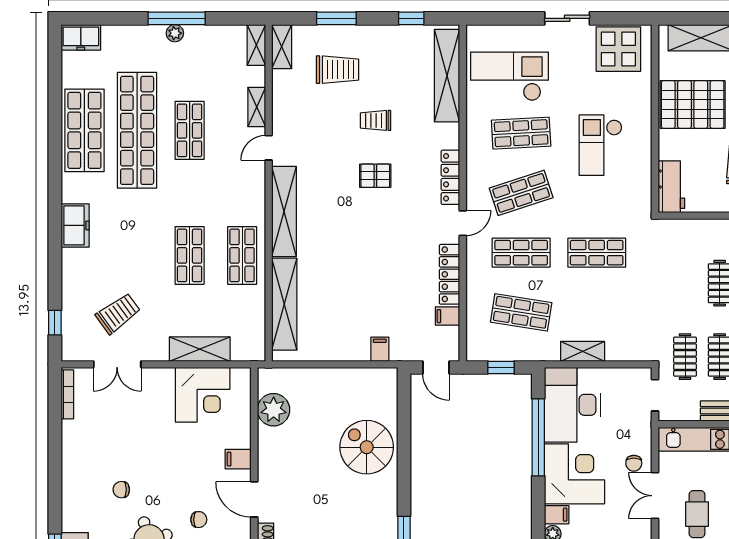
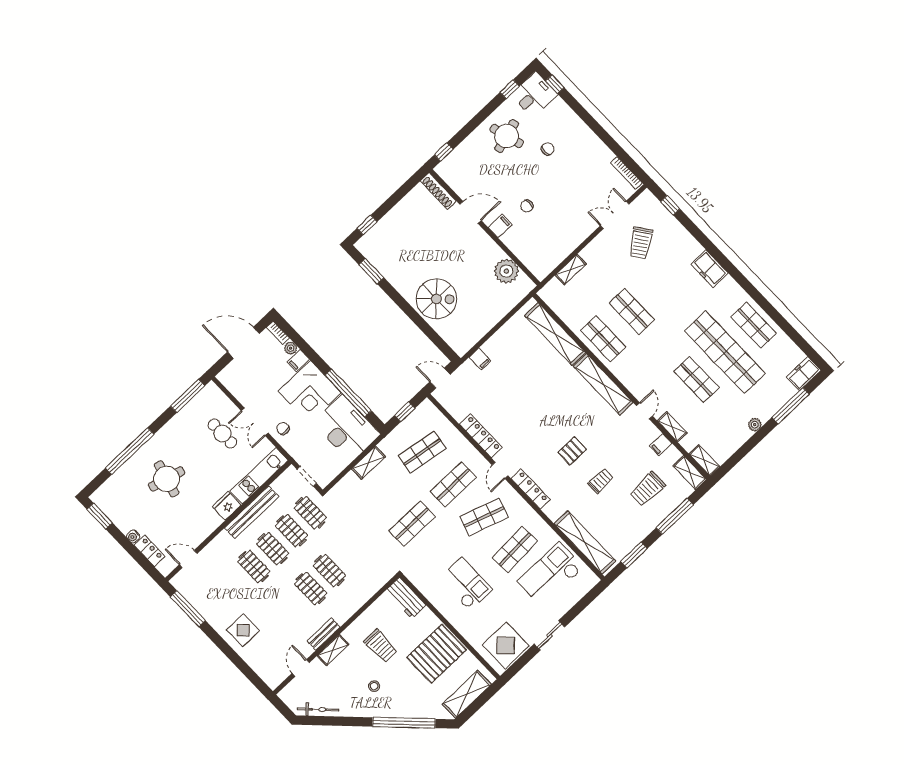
window: (177, 18) -> (791, 406), moved
window: (336, 18) -> (675, 516), width x1.44
window: (411, 18) -> (634, 555), width x1.50
checkout: (510, 76) -> (551, 574), turned 180
shop shelf: (84, 130) -> (754, 325), width x0.70, depth x0.74
shop shelf: (521, 193) -> (484, 517), turned 36
filing cabinet: (448, 316) -> (661, 445), moved, turned 180
shelving: (200, 349) -> (571, 269), width x0.67, depth x0.75
corner desk: (203, 395) -> (553, 243), removed
double door: (655, 496) -> (255, 422), swing flipped
chair: (199, 520) -> (527, 206), moved

